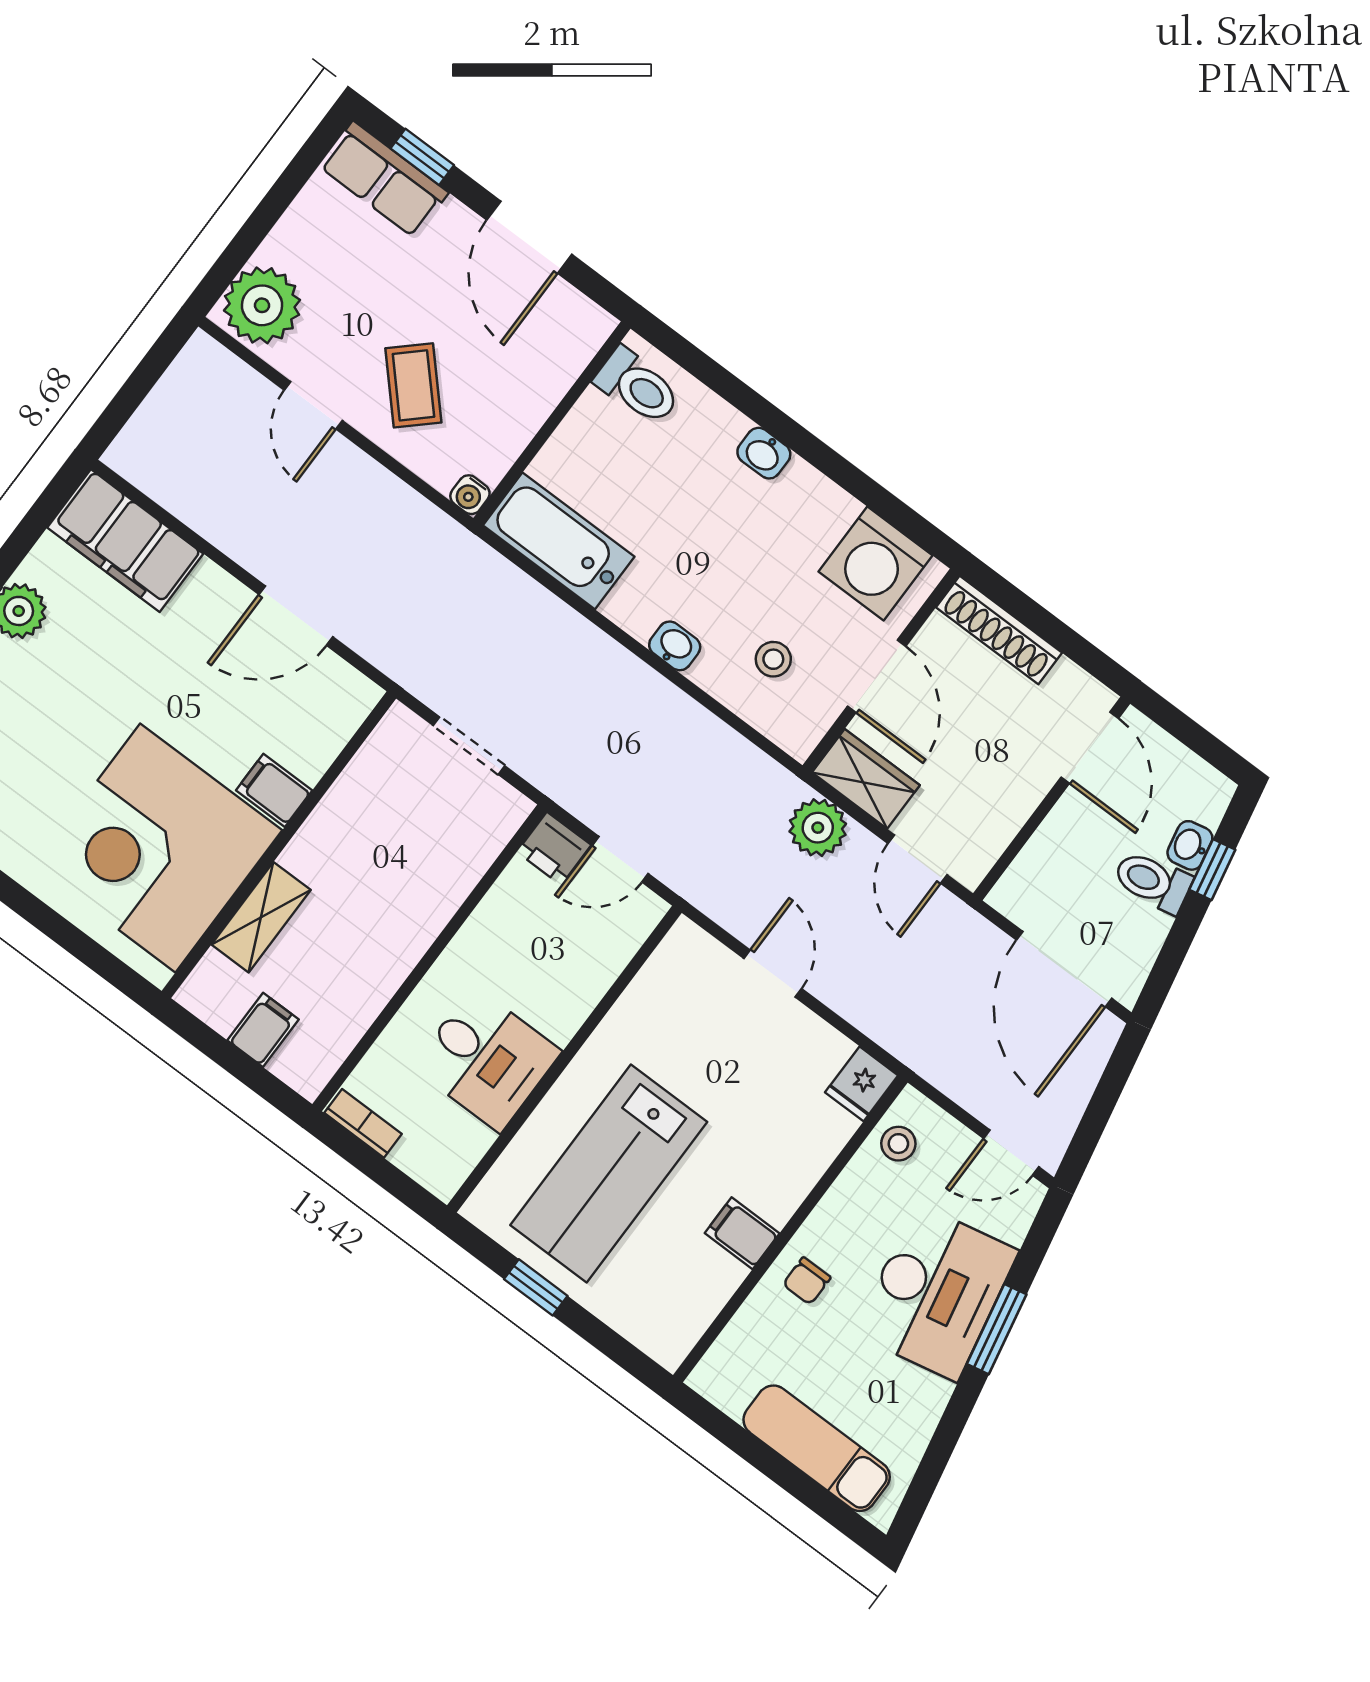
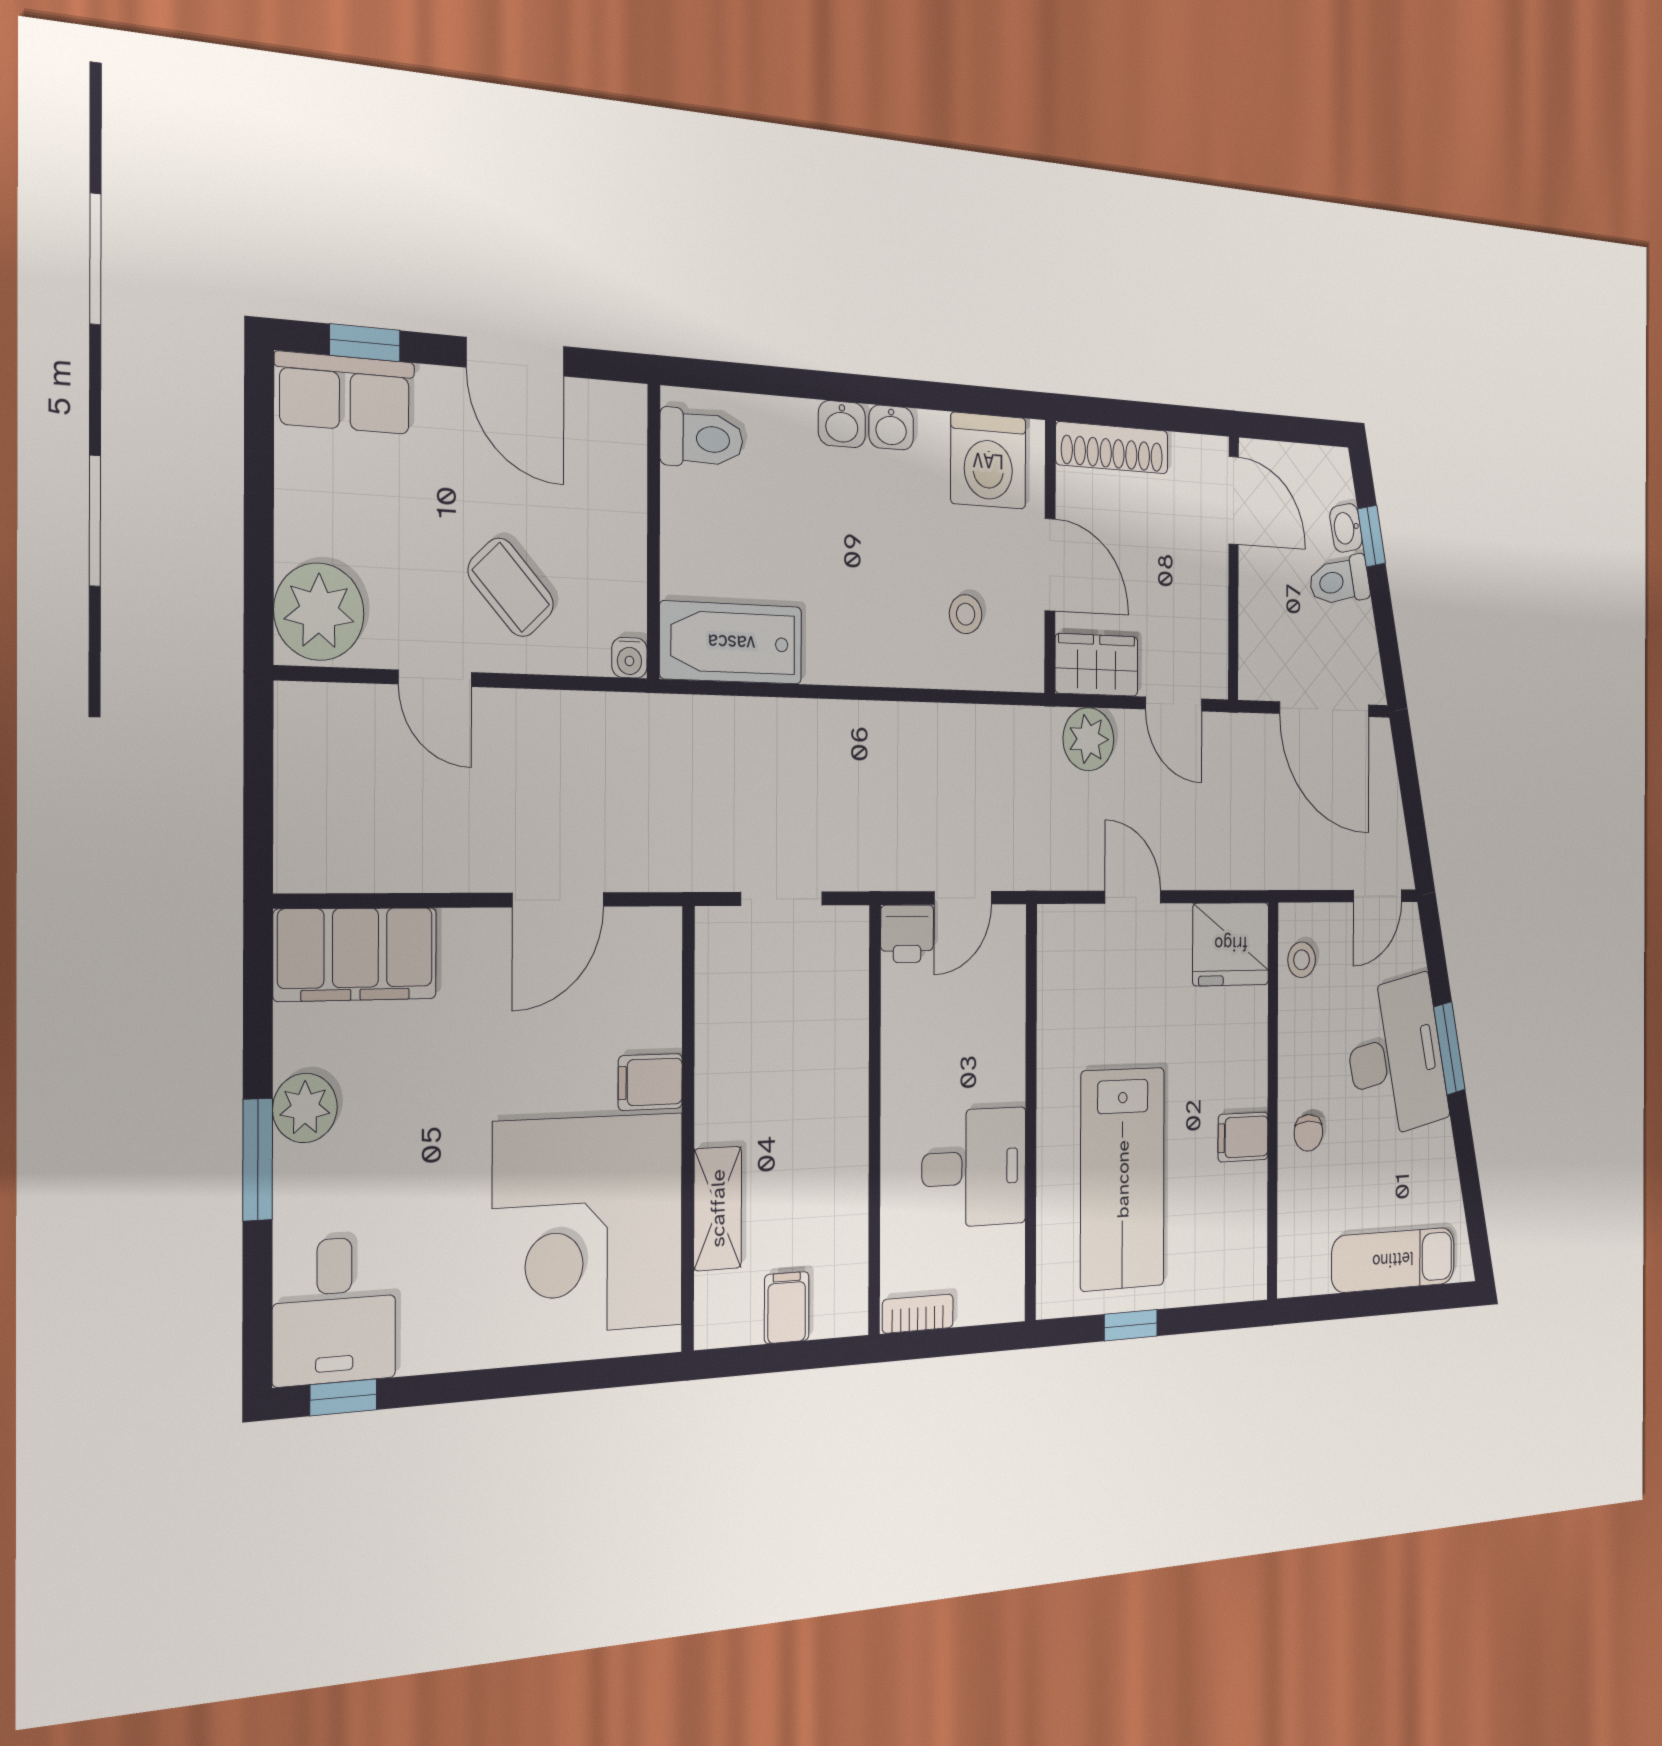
washbasin: (675, 646) -> (891, 428), moved, turned 180
fridge: (862, 1084) -> (1231, 944), width x1.88, depth x1.34

